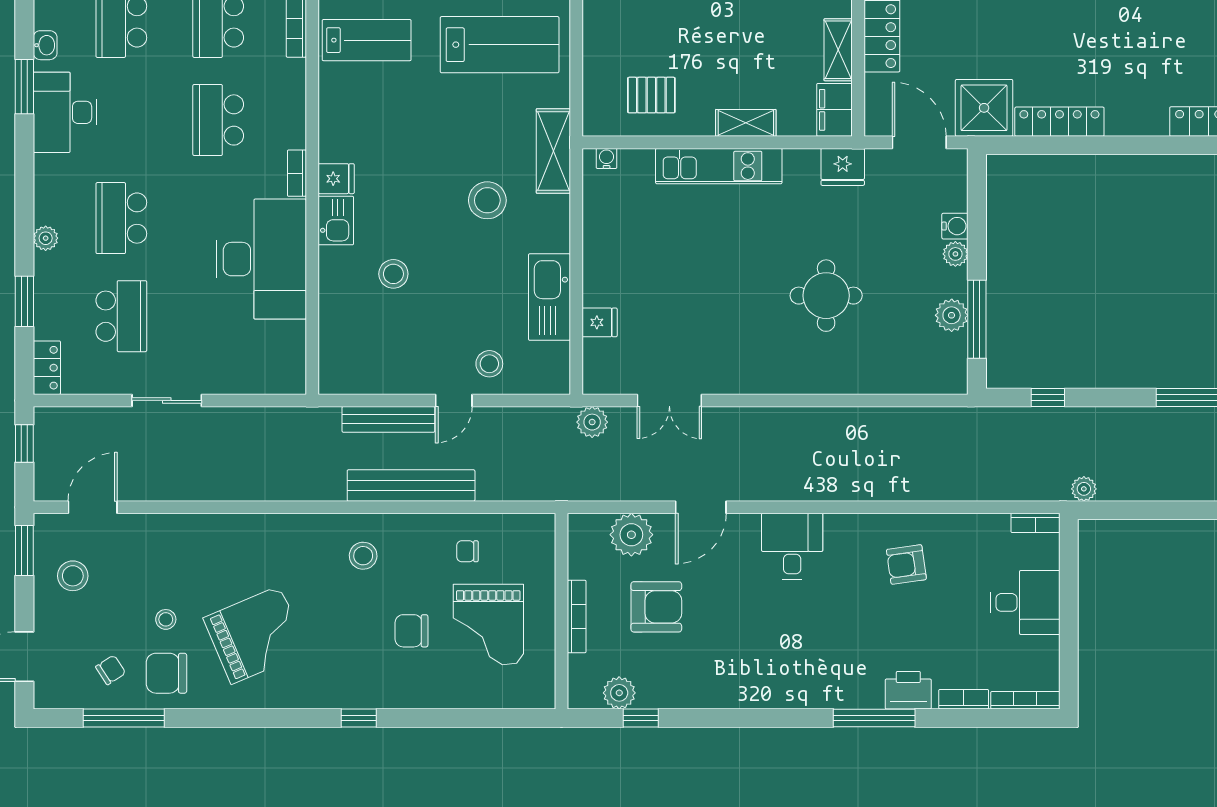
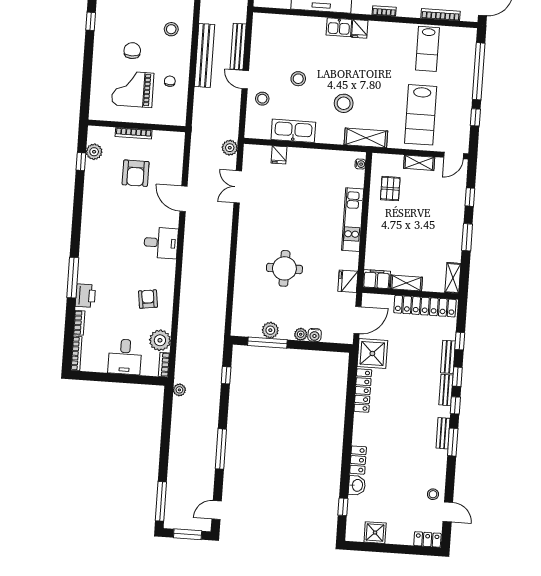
shelving: (746, 123) -> (419, 163), moved, turned 90
bookcase: (297, 173) -> (384, 11), moved
stool: (393, 274) -> (298, 79), moved
plant: (631, 535) -> (160, 340), moved

